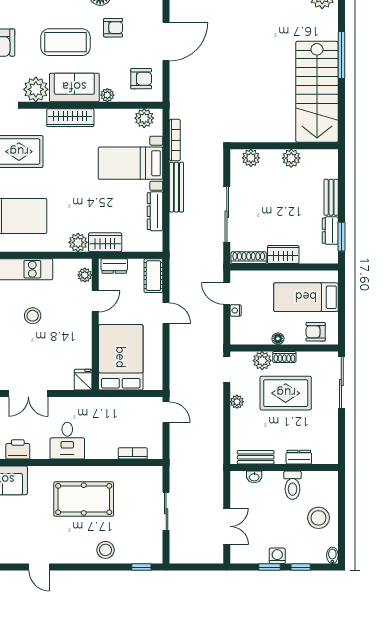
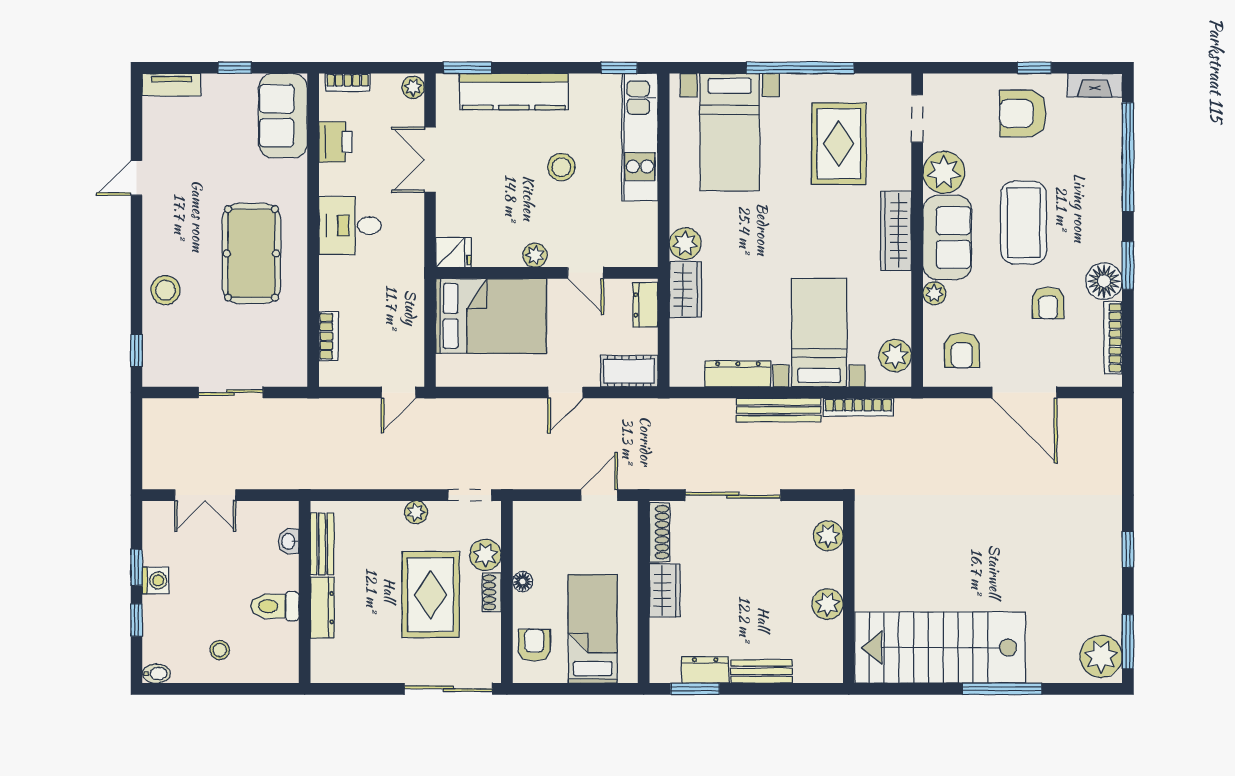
plant: (85, 275) -> (535, 255), moved
nightstand: (236, 310) -> (570, 510), removed
dresser: (299, 457) -> (322, 608), width x1.44
stool: (319, 518) -> (220, 650), width x0.53, depth x0.53

